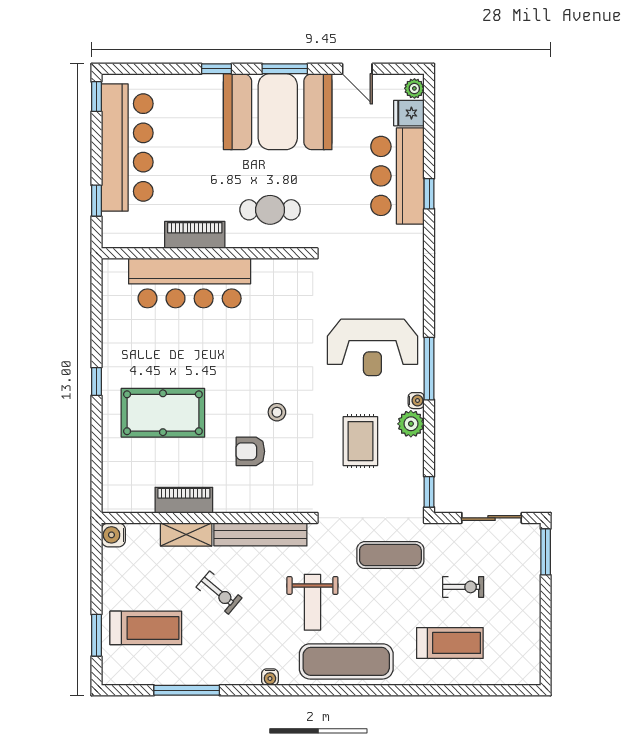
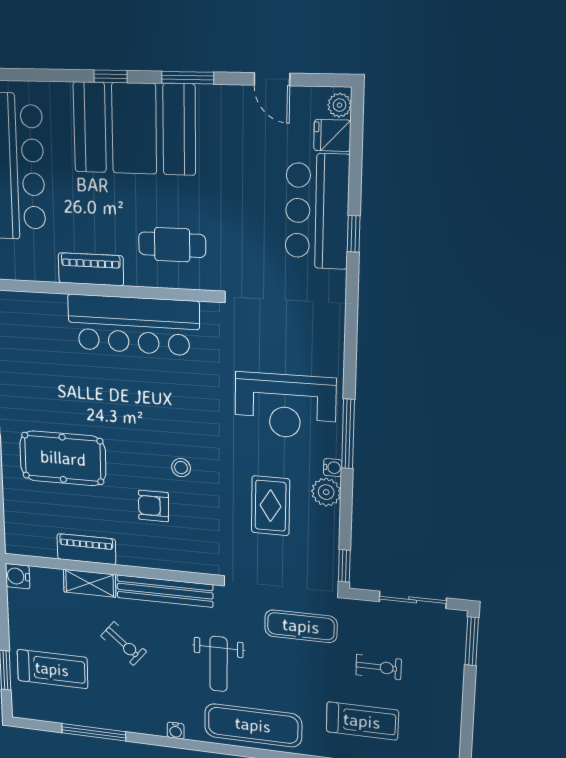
booth: (278, 112) -> (134, 128), moved
bar counter: (190, 283) -> (133, 325), moved

